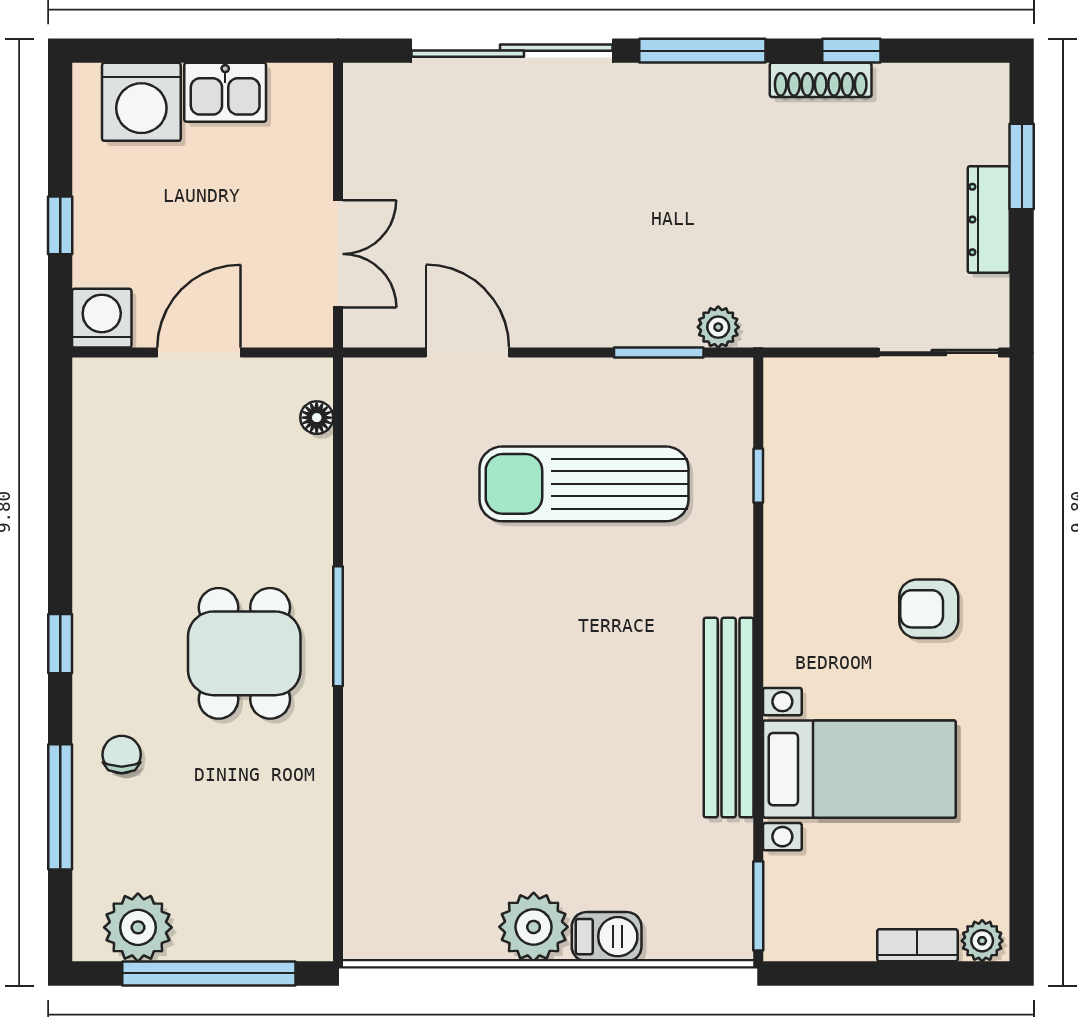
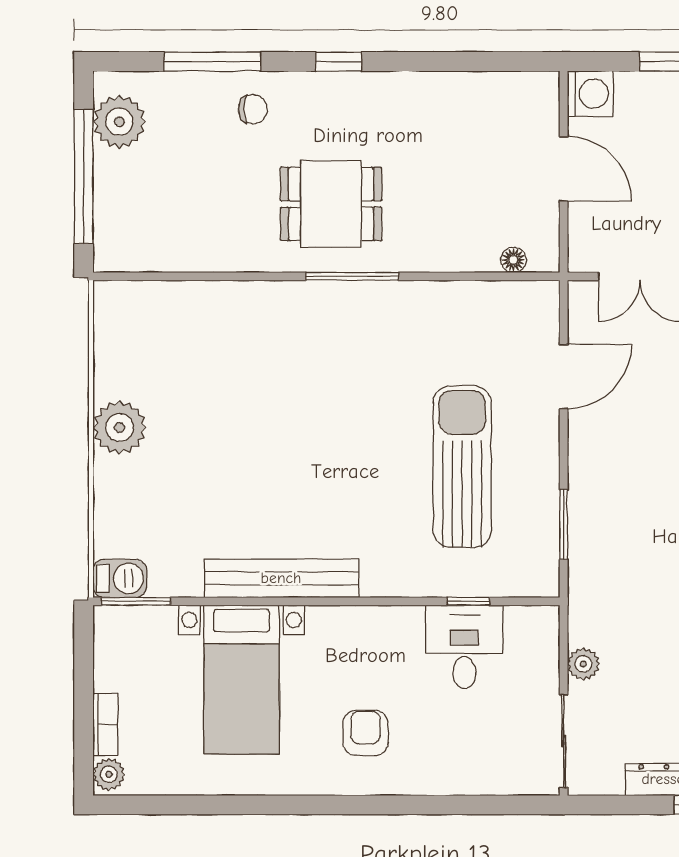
plant: (718, 327) -> (583, 664), moved
desk: (817, 481) -> (464, 647), added
barbecue: (607, 937) -> (120, 578), moved, turned -90

